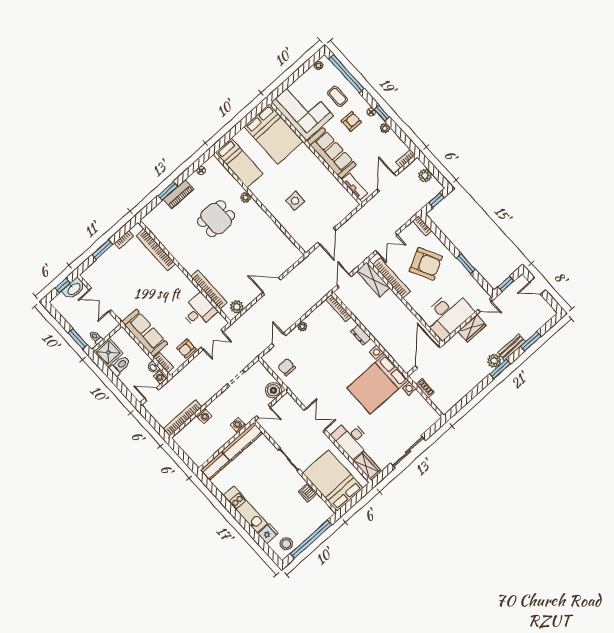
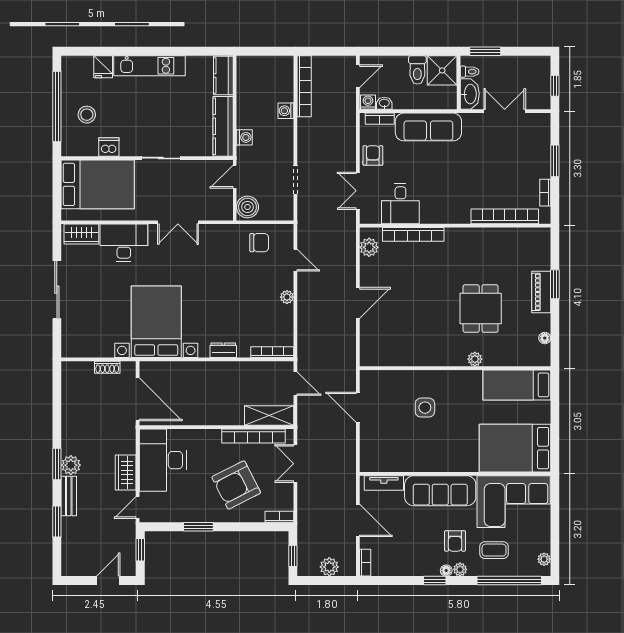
plant: (385, 128) -> (460, 569), moved
washbasin: (74, 289) -> (470, 94), moved, turned 180
stool: (286, 544) -> (87, 115), moved

